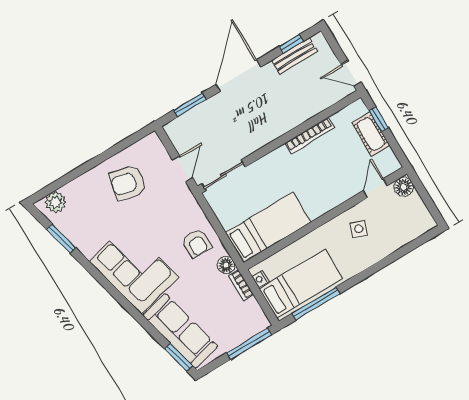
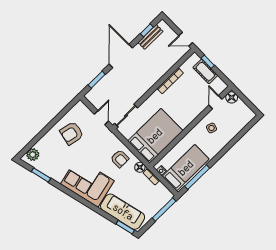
bed: (268, 227) -> (155, 136), width x1.50

